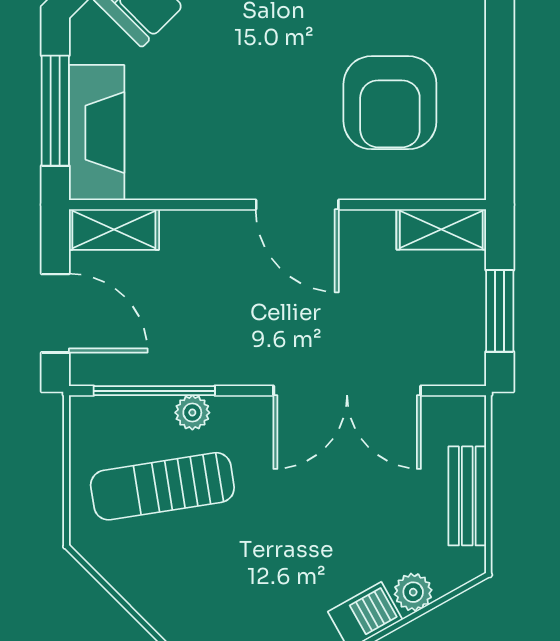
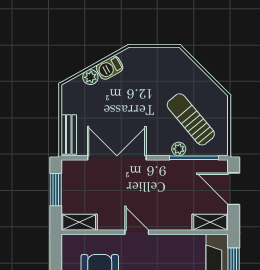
door: (297, 205) -> (137, 232), width x0.73
sun lounger: (162, 486) -> (191, 119), turned -121
bench: (467, 496) -> (69, 135), moved

